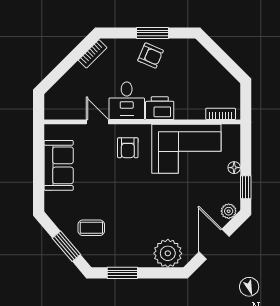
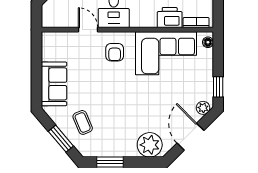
printer: (160, 108) -> (170, 18), moved
sofa: (59, 165) -> (54, 84), moved
floor lamp: (234, 168) -> (208, 42), moved
coffee table: (91, 228) -> (83, 122), turned 67

